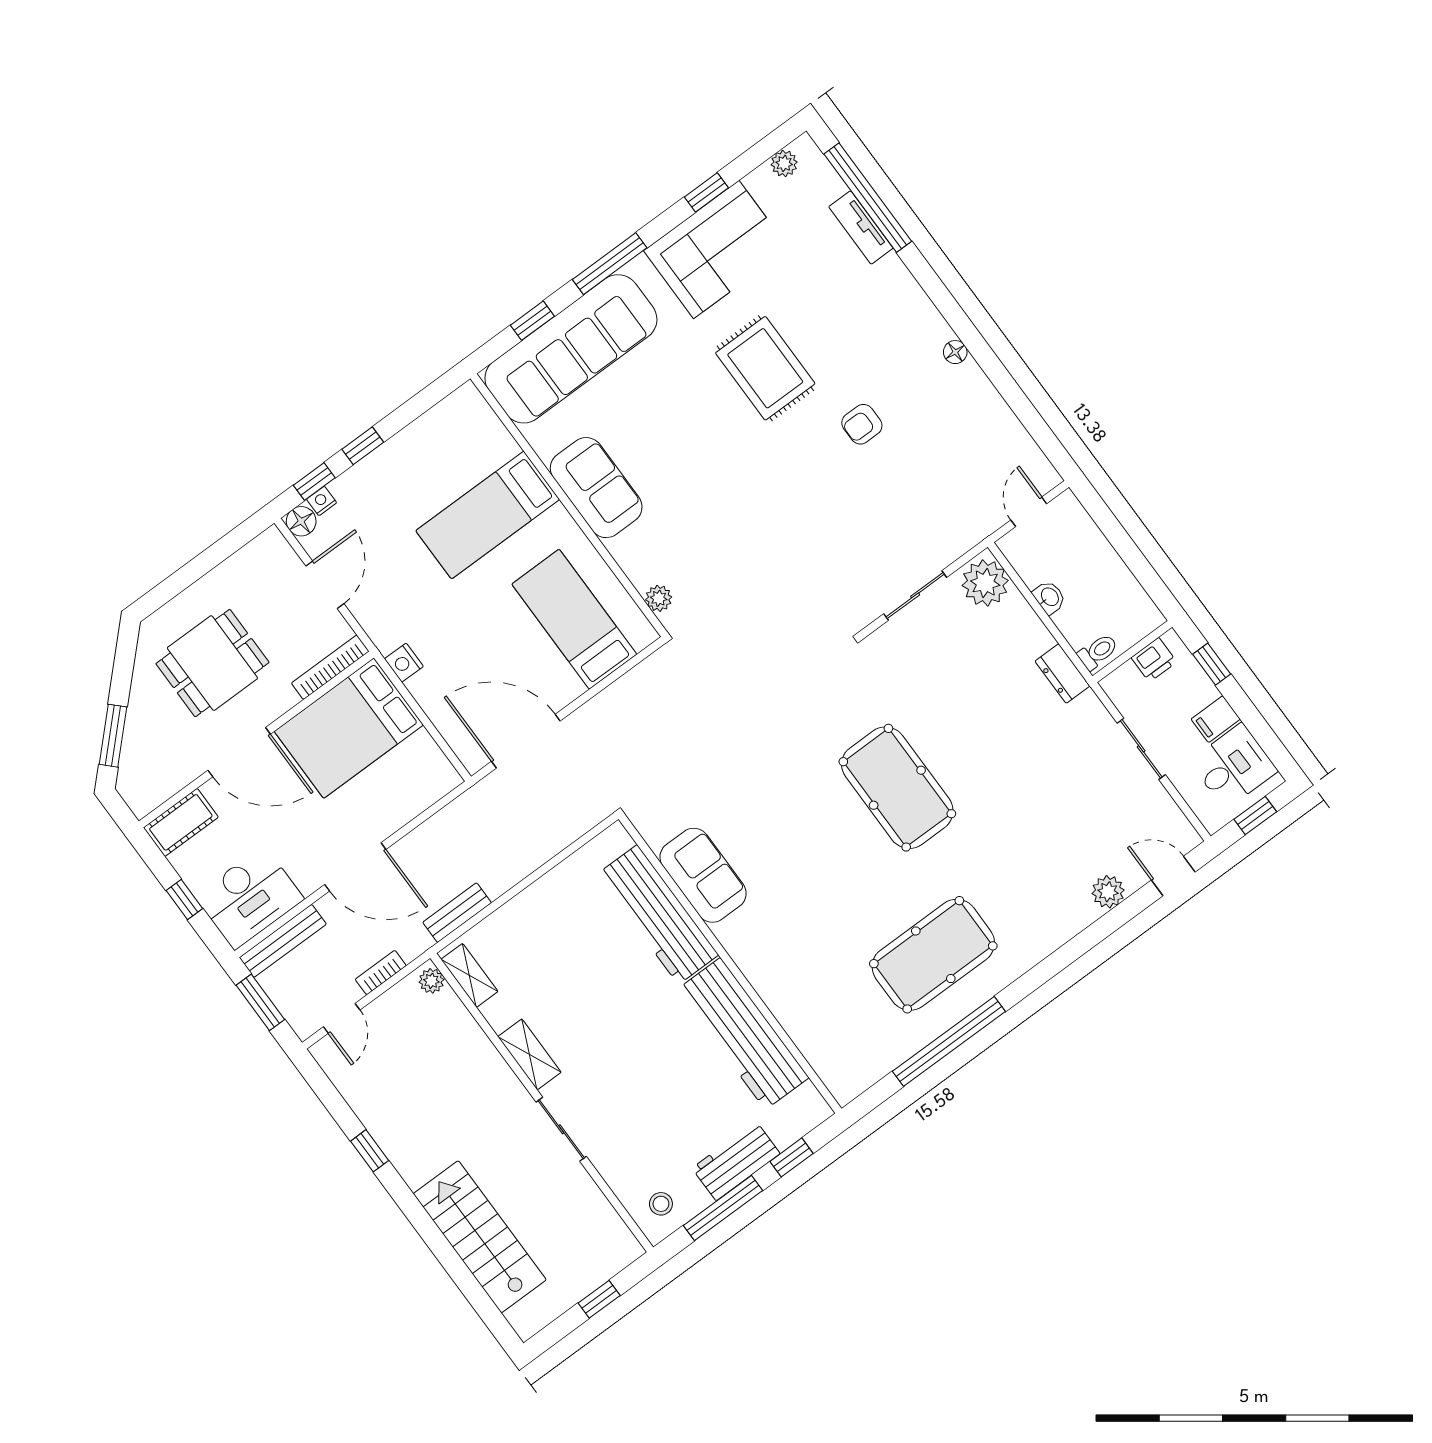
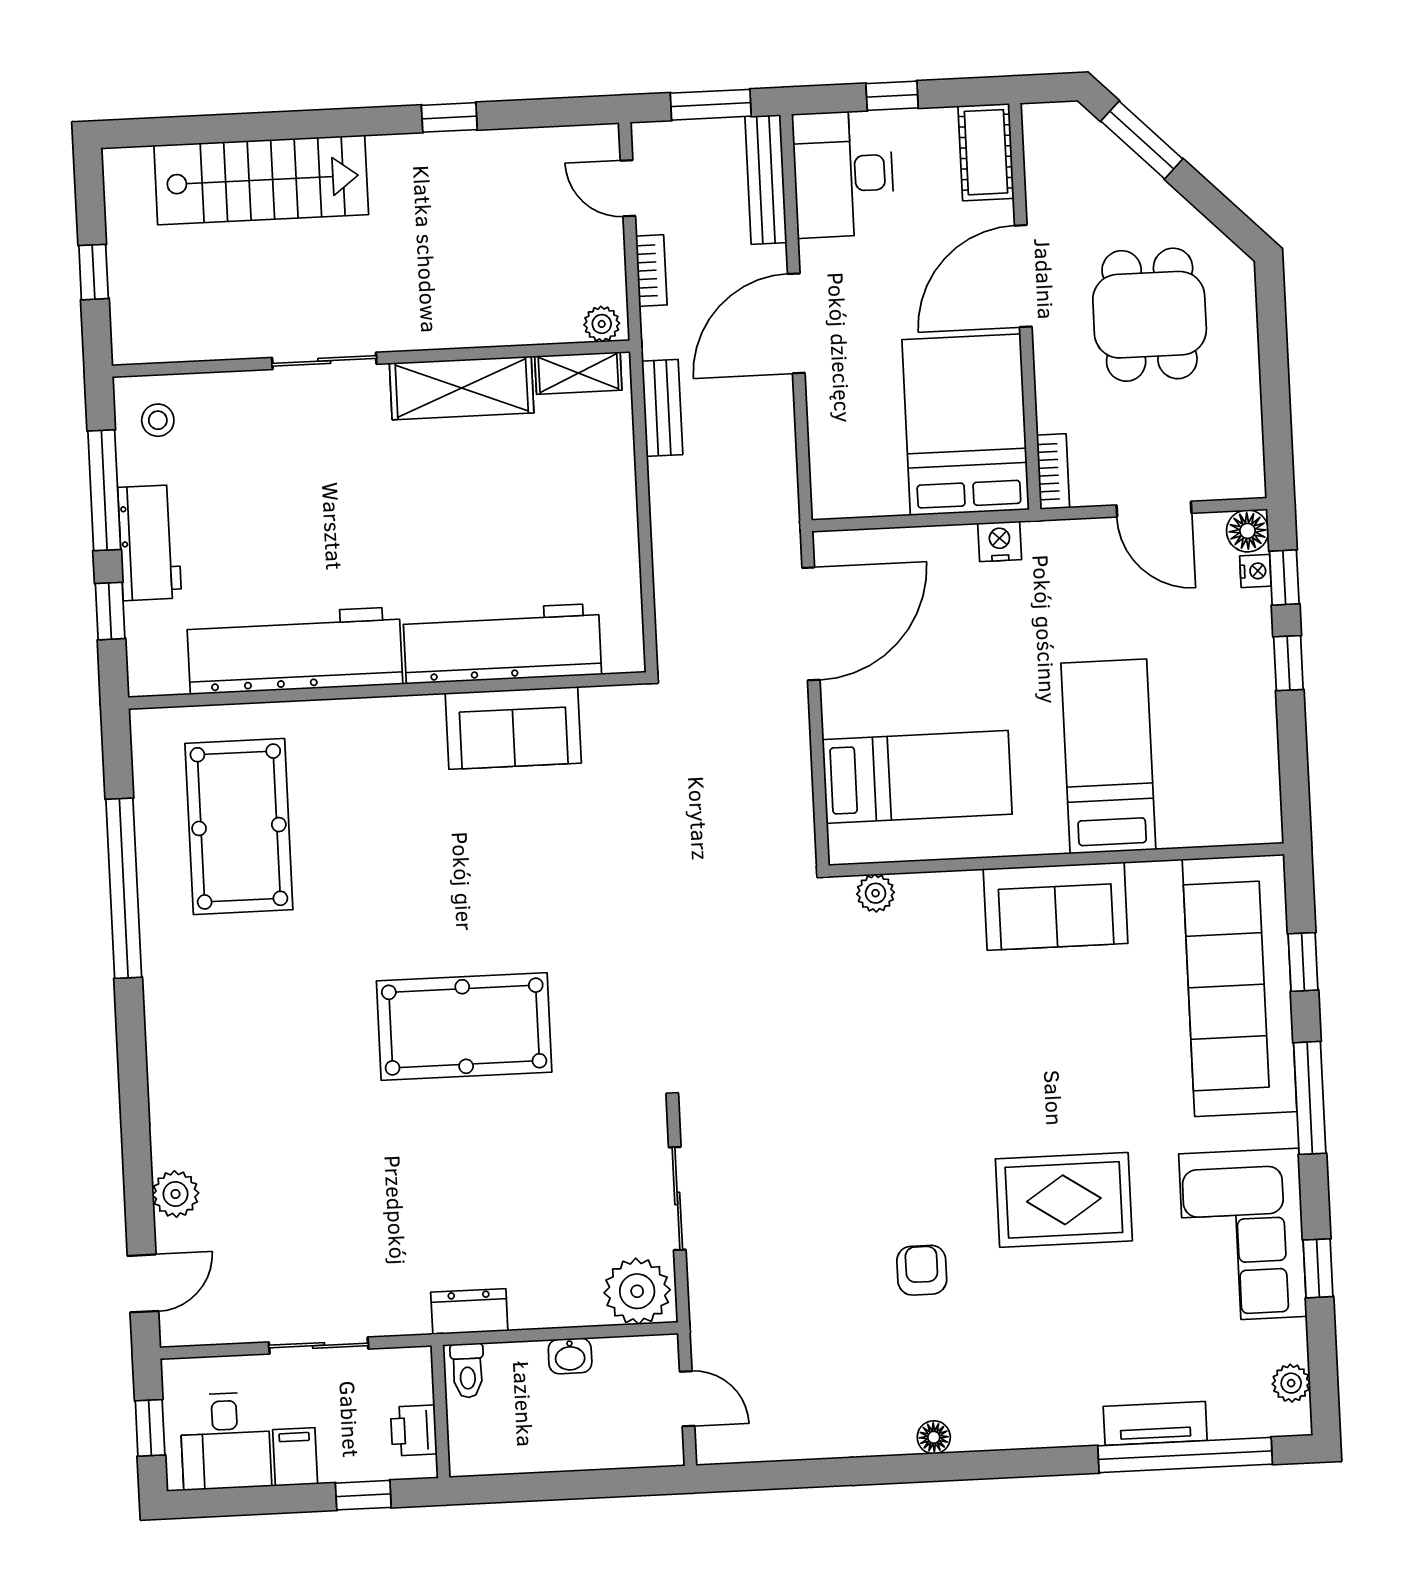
bookcase: (330, 667) -> (1053, 471), width x0.64
pool table: (933, 955) -> (239, 827), moved
shelving: (529, 1054) -> (462, 388), width x1.50, depth x1.33

